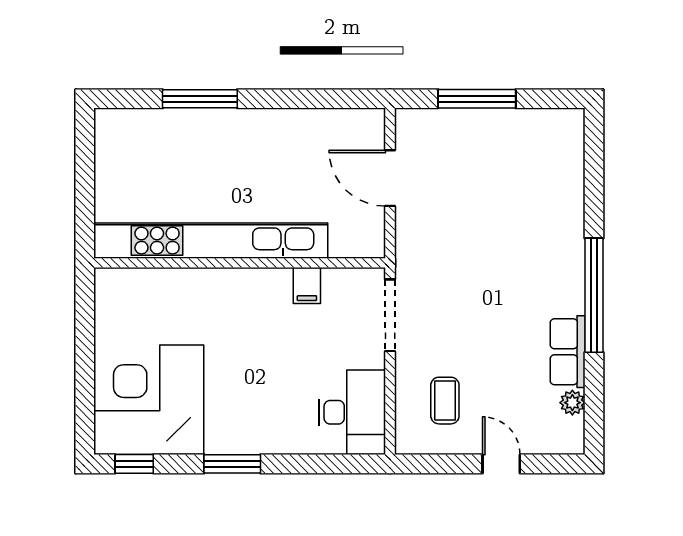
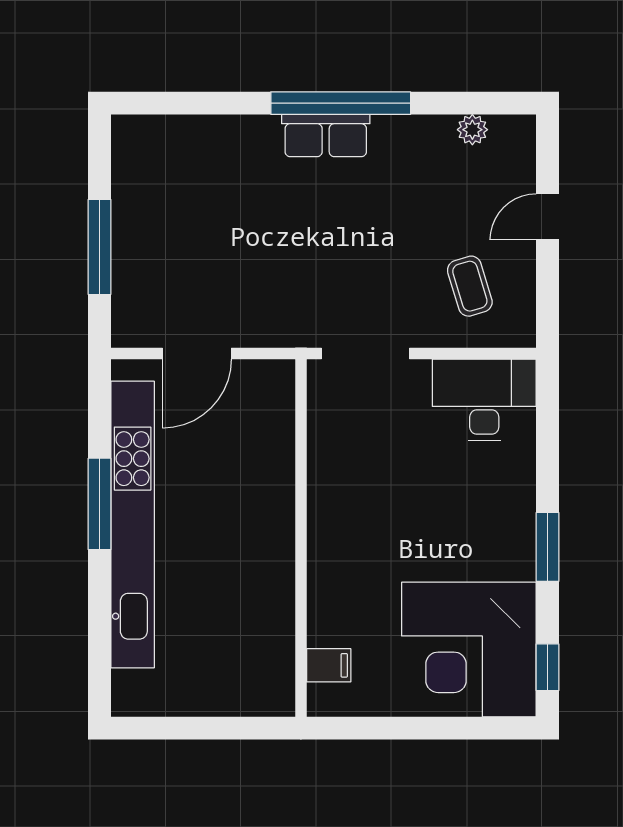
window: (200, 99) -> (100, 504), moved
kitchen unit: (211, 241) -> (133, 525), moved, turned 180
filing cabinet: (307, 286) -> (329, 665), moved
row of seats: (568, 352) -> (326, 136), moved
coffee table: (445, 401) -> (470, 286), turned 73

